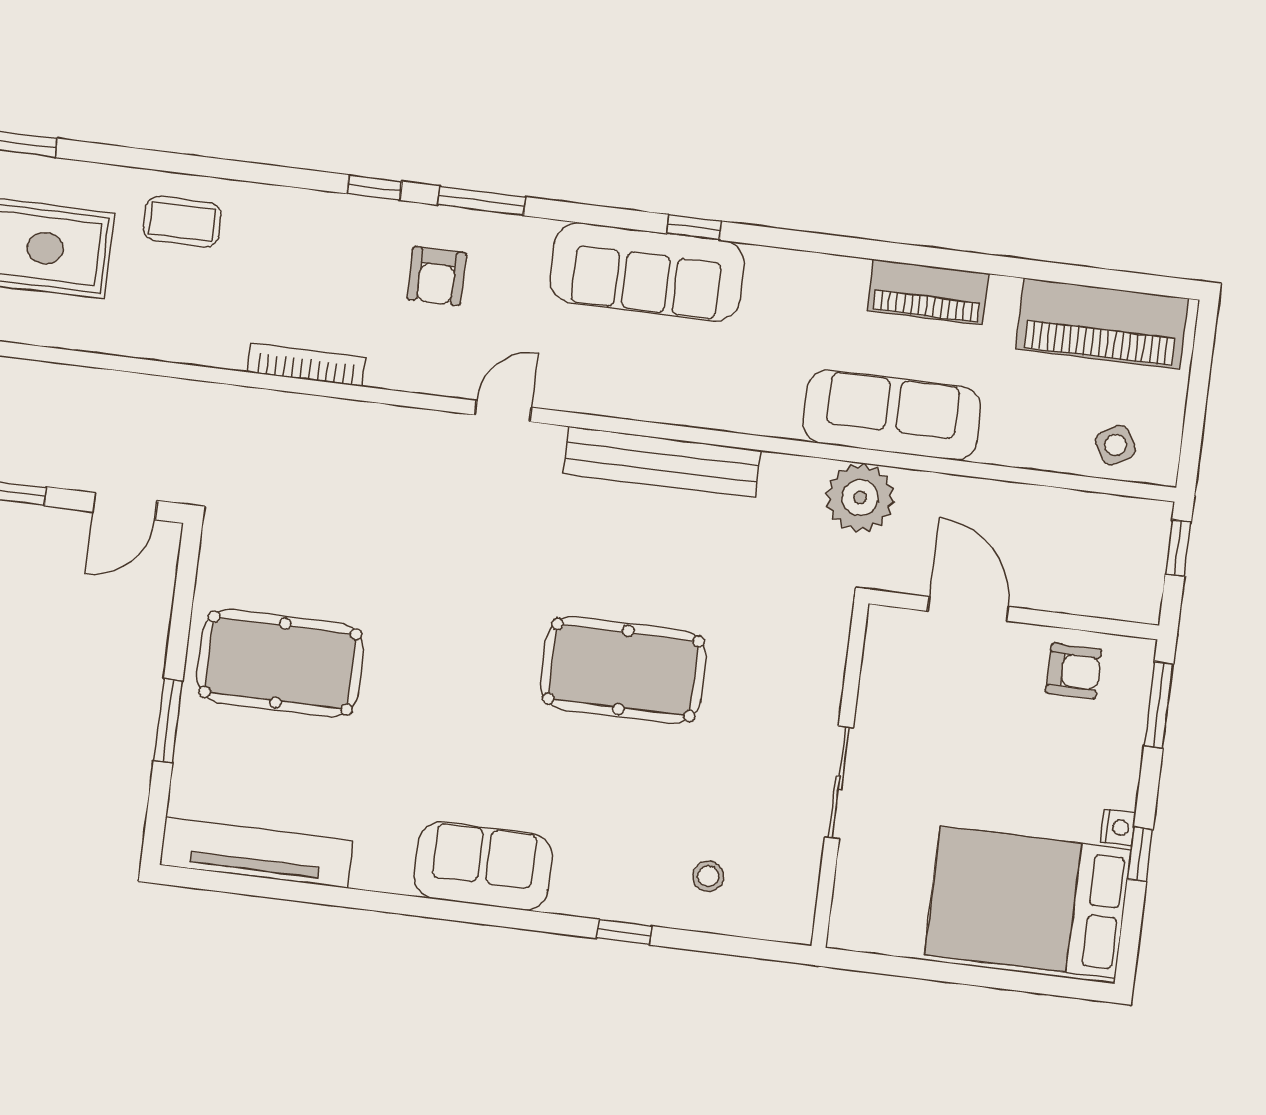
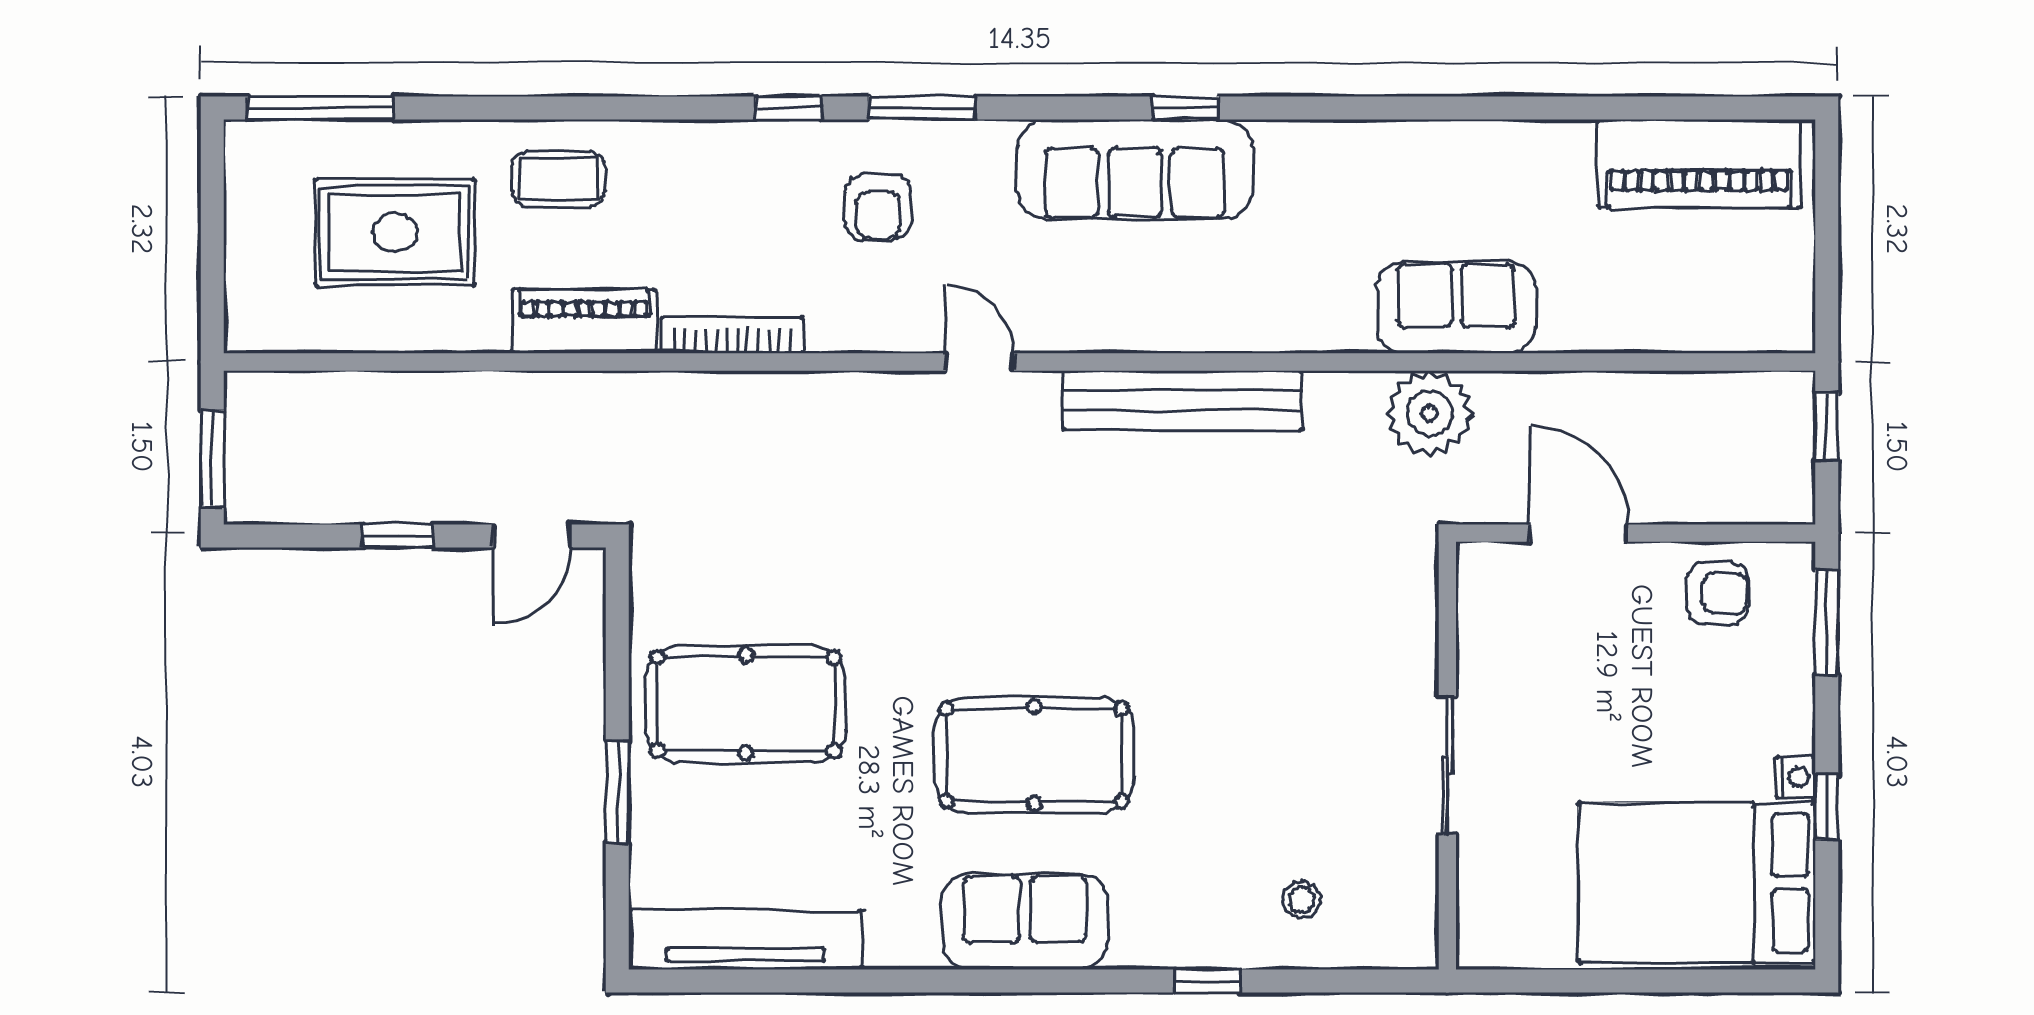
piano: (928, 292) -> (584, 321), moved, turned 180
door: (503, 411) -> (980, 362), hinge flipped
sofa: (892, 415) -> (1456, 308), width x0.73
side table: (1115, 445) -> (1734, 310), removed
pool table: (623, 670) -> (1034, 755), moved

